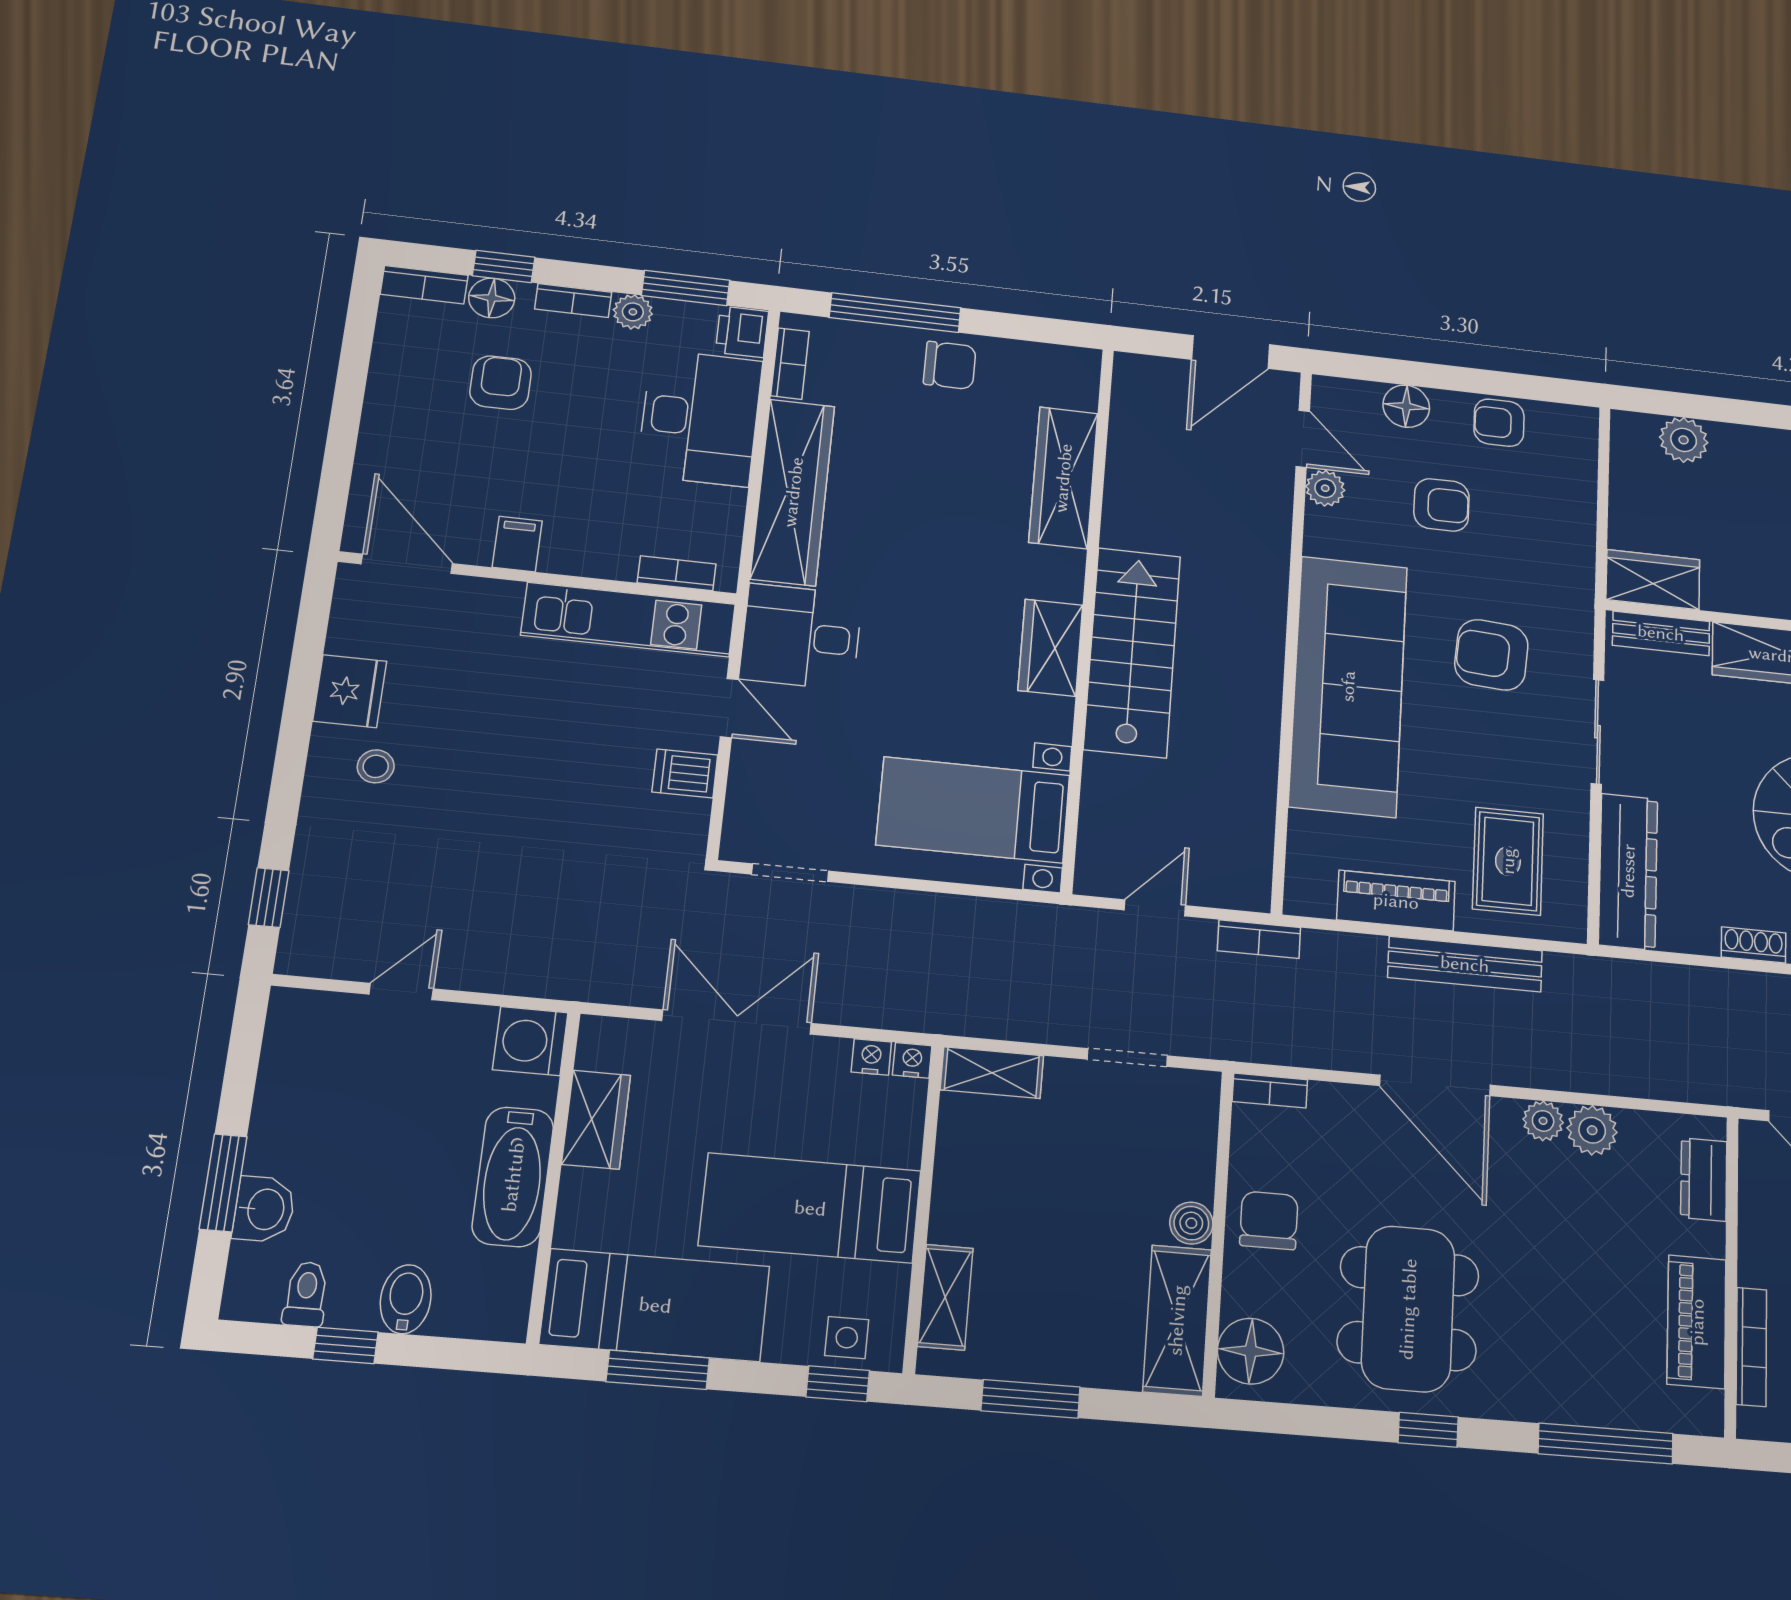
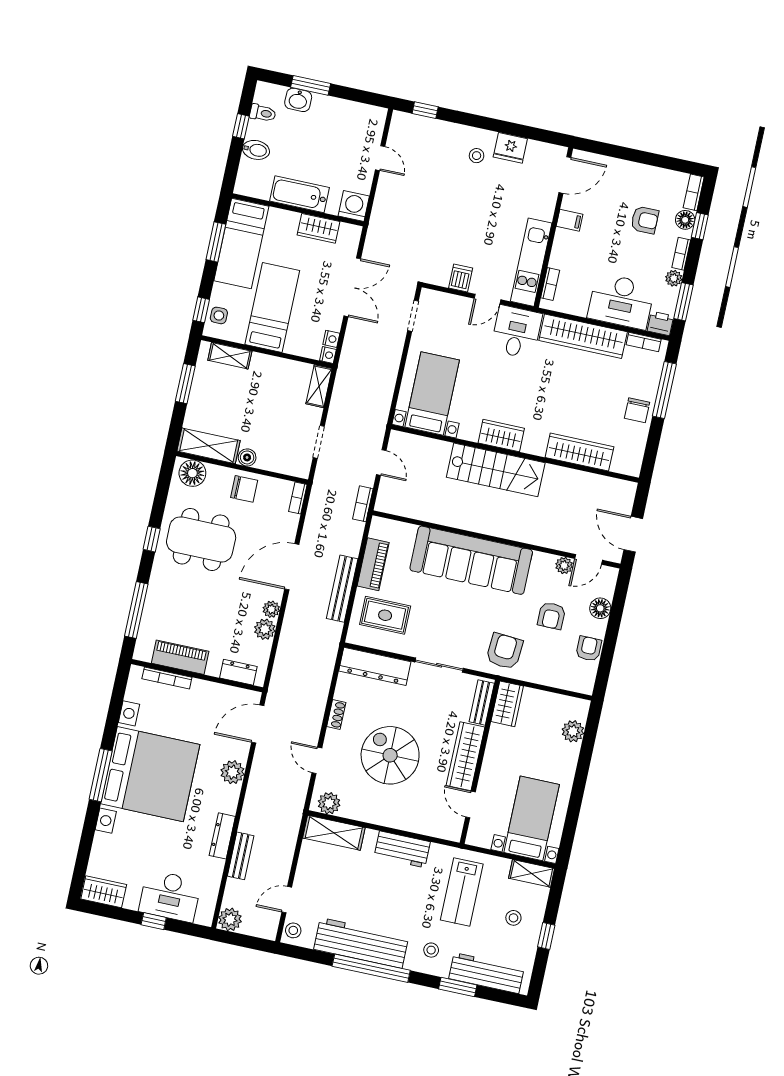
armchair: (1491, 655) -> (504, 651), moved

